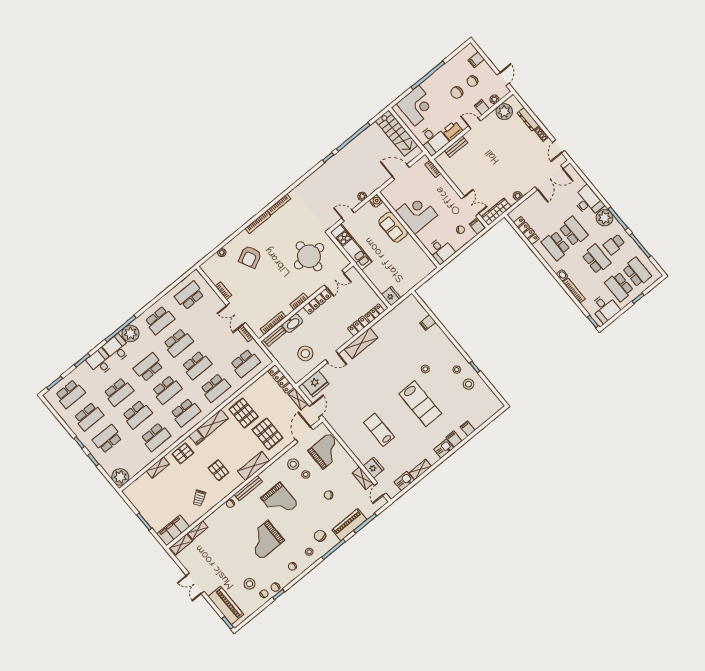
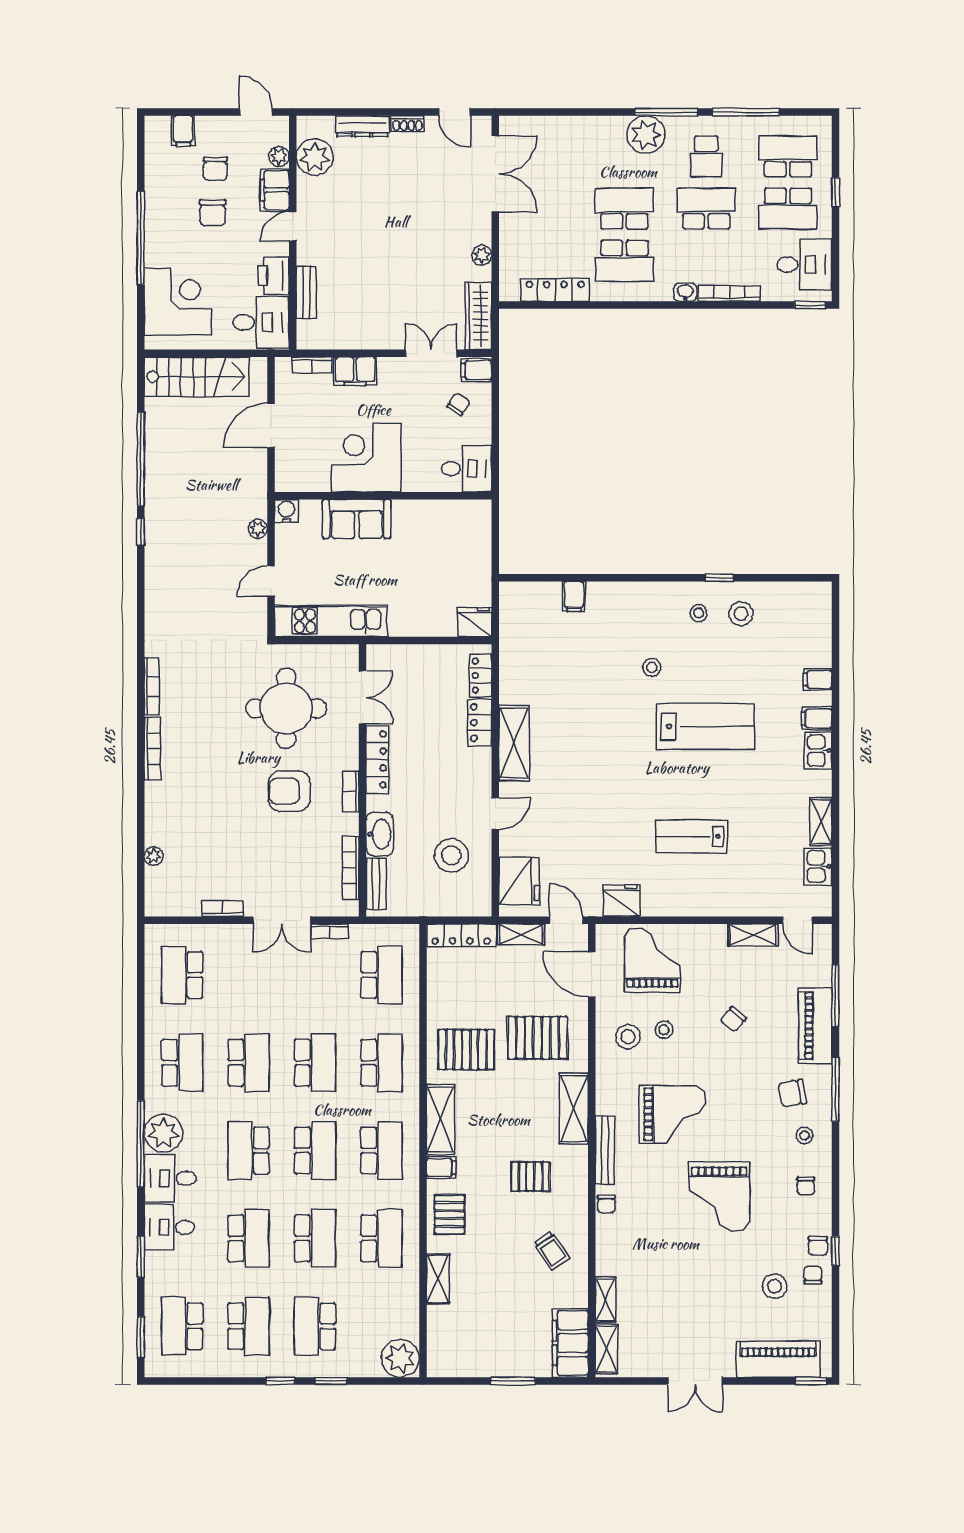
filing cabinet: (482, 107) -> (275, 190), width x2.00
filing cabinet: (443, 185) -> (355, 371), added
desk: (588, 202) -> (593, 141), removed
armchair: (250, 257) -> (289, 791), moved, turned 117
school desk: (70, 394) -> (182, 1326), turned 180
fridge: (374, 468) -> (621, 901), moved

